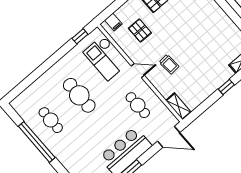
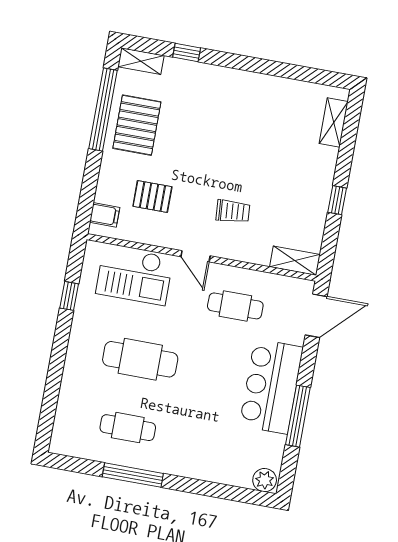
window: (80, 36) -> (69, 296), moved
door: (138, 71) -> (195, 256), swing flipped
window: (226, 87) -> (337, 200), moved
window: (37, 142) -> (133, 475), width x0.68

